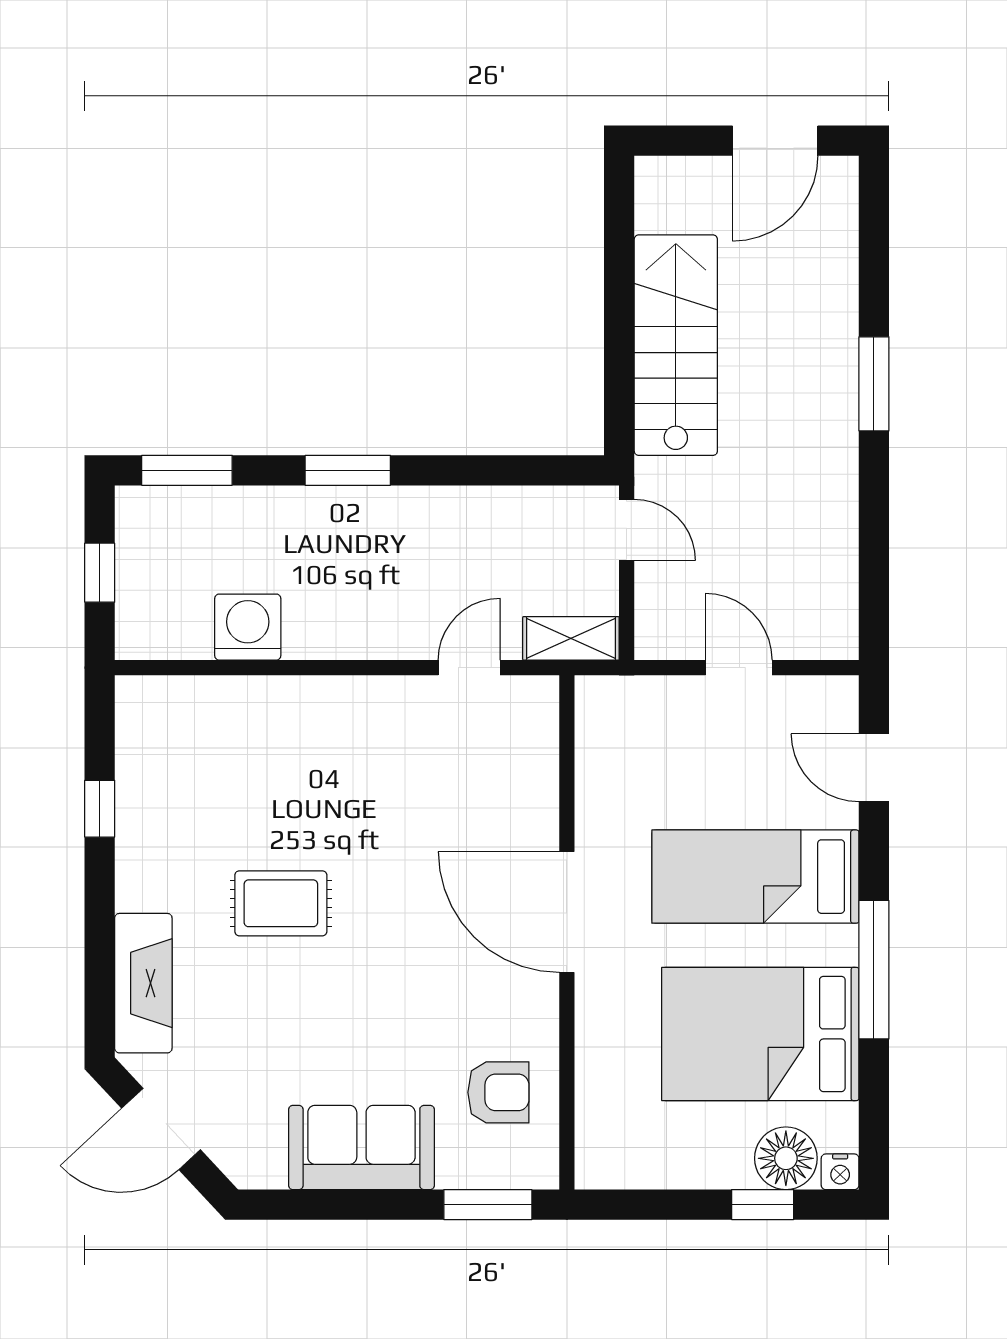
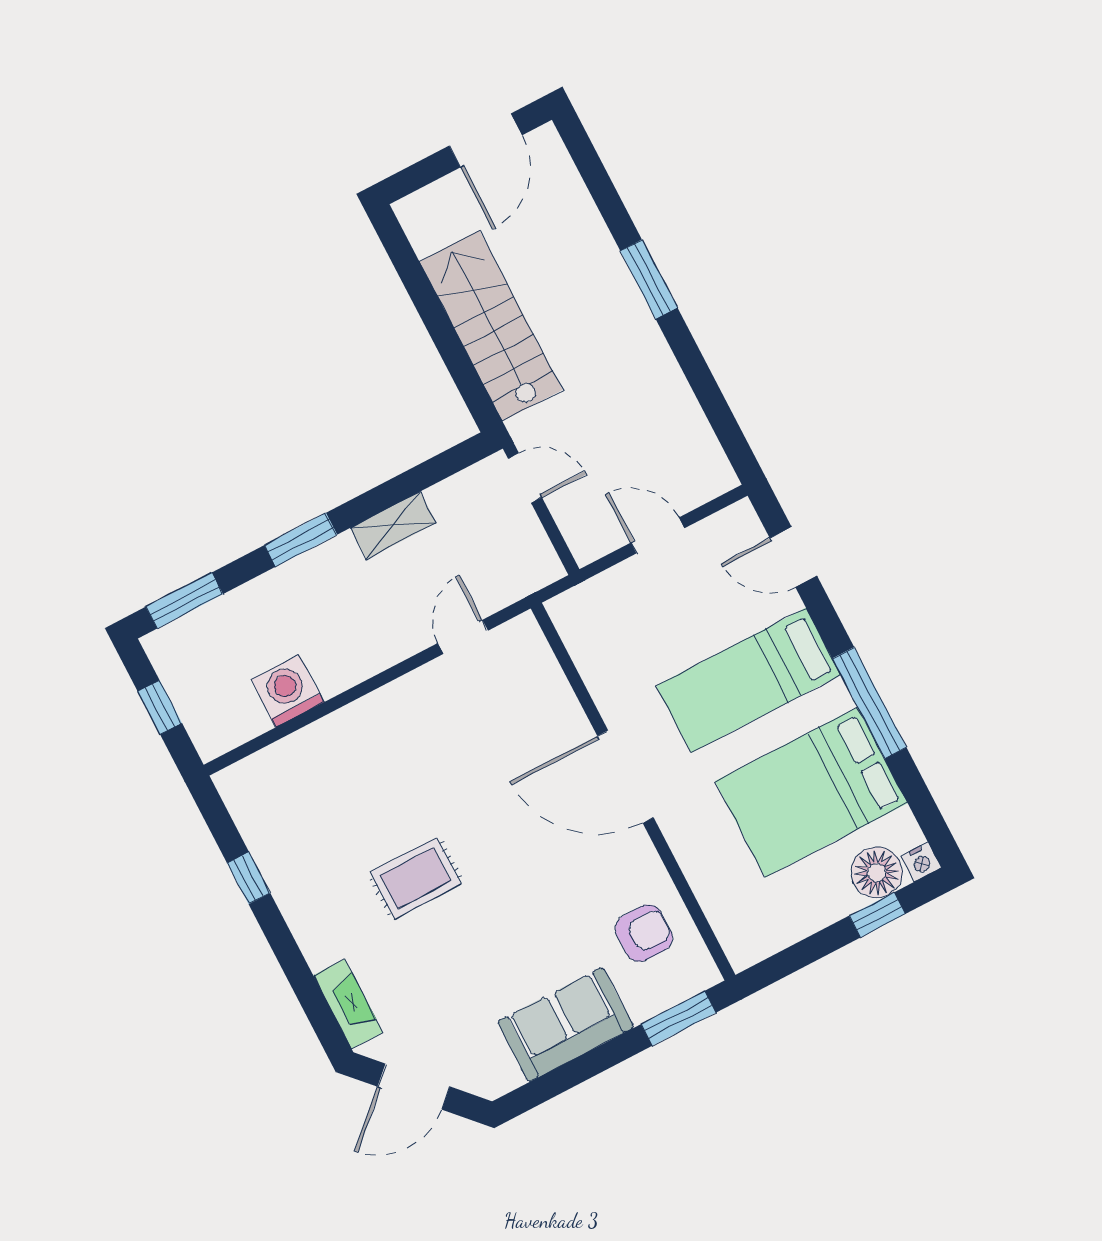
shelving: (571, 638) -> (393, 525), moved
fireplace: (143, 983) -> (348, 1004), width x0.73, depth x0.76

